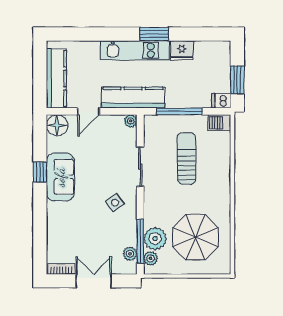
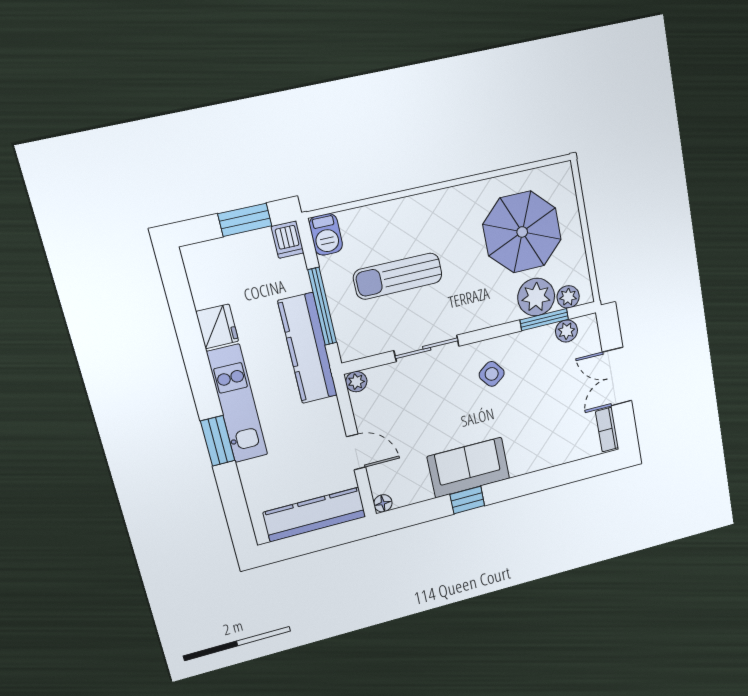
window: (154, 34) -> (218, 441), moved
kitchen counter: (133, 98) -> (308, 348), moved
floor lamp: (57, 125) -> (383, 503), width x0.53, depth x0.53
window: (140, 241) -> (544, 320), width x0.69

